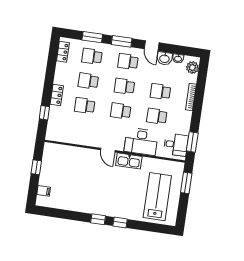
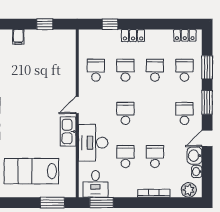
school desk: (124, 86) -> (96, 70), moved
lab bench: (157, 197) -> (31, 171), turned 180

